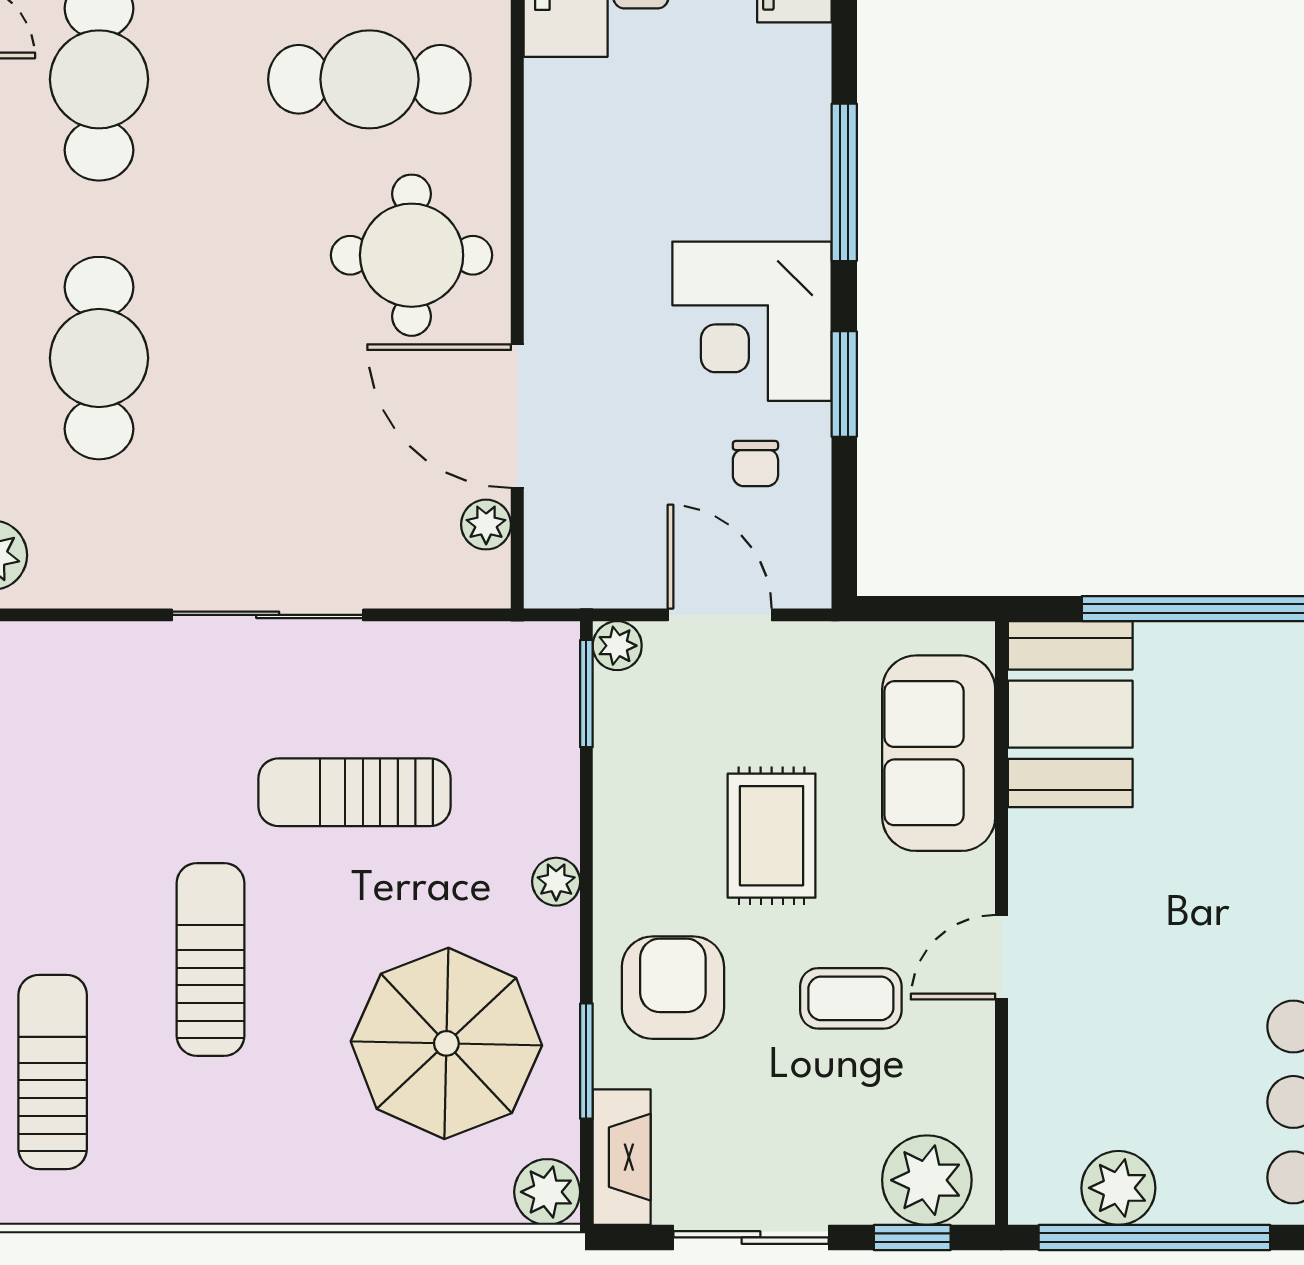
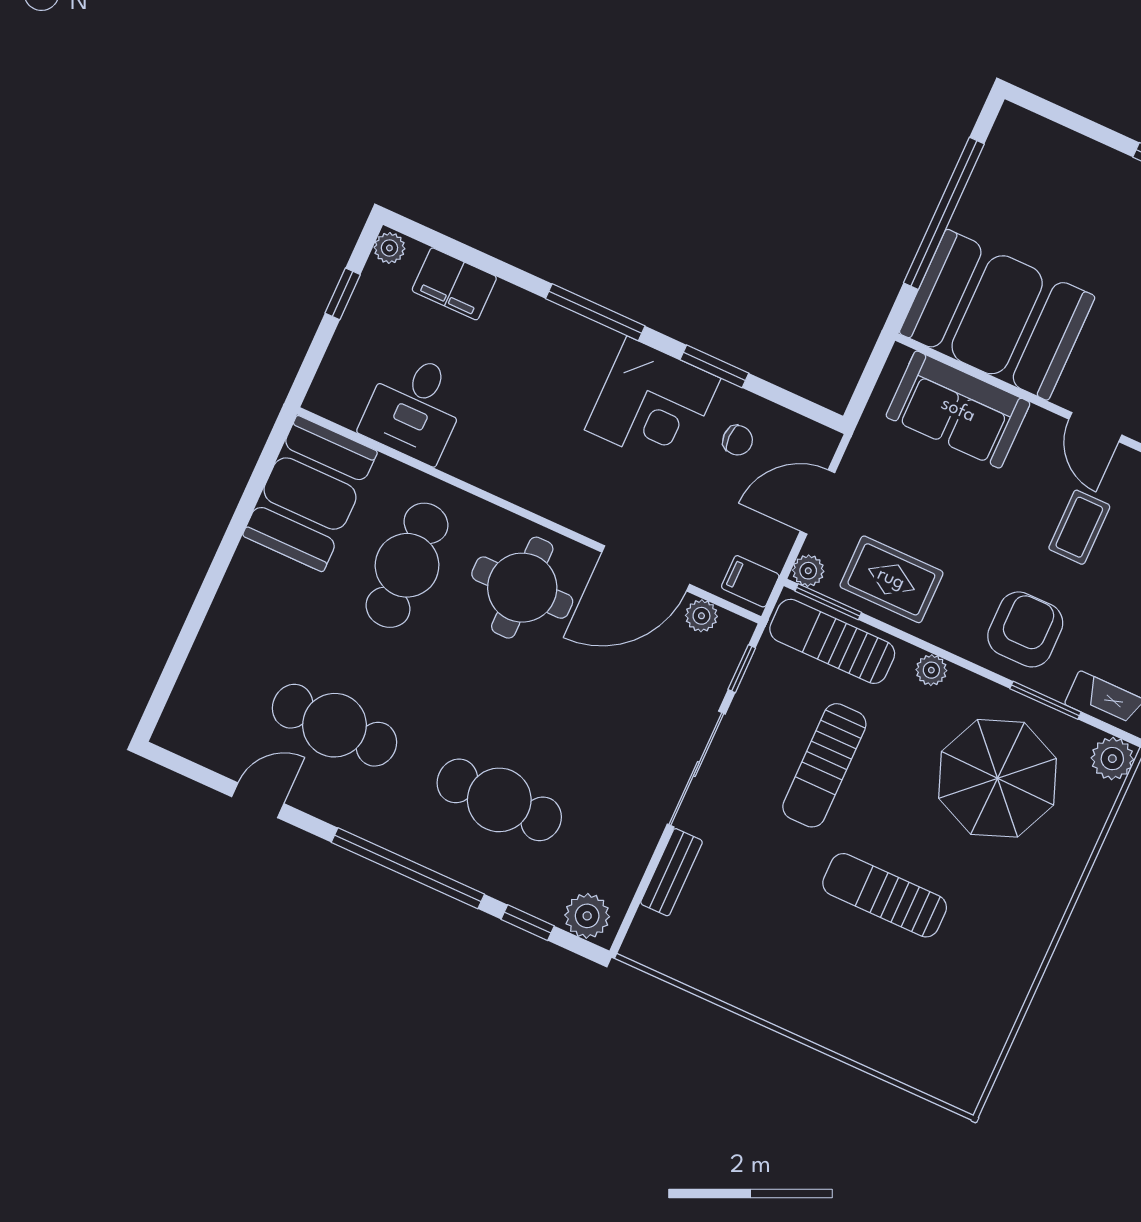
filing cabinet: (566, 571) -> (750, 581), added
window: (437, 615) -> (742, 669), added
bench: (107, 646) -> (671, 872), added
booth: (1070, 714) -> (997, 315), width x1.36, depth x1.42
rug: (772, 836) -> (891, 579), moved
armchair: (673, 988) -> (1025, 629), turned 90
sun lounger: (53, 1072) -> (832, 641), moved

